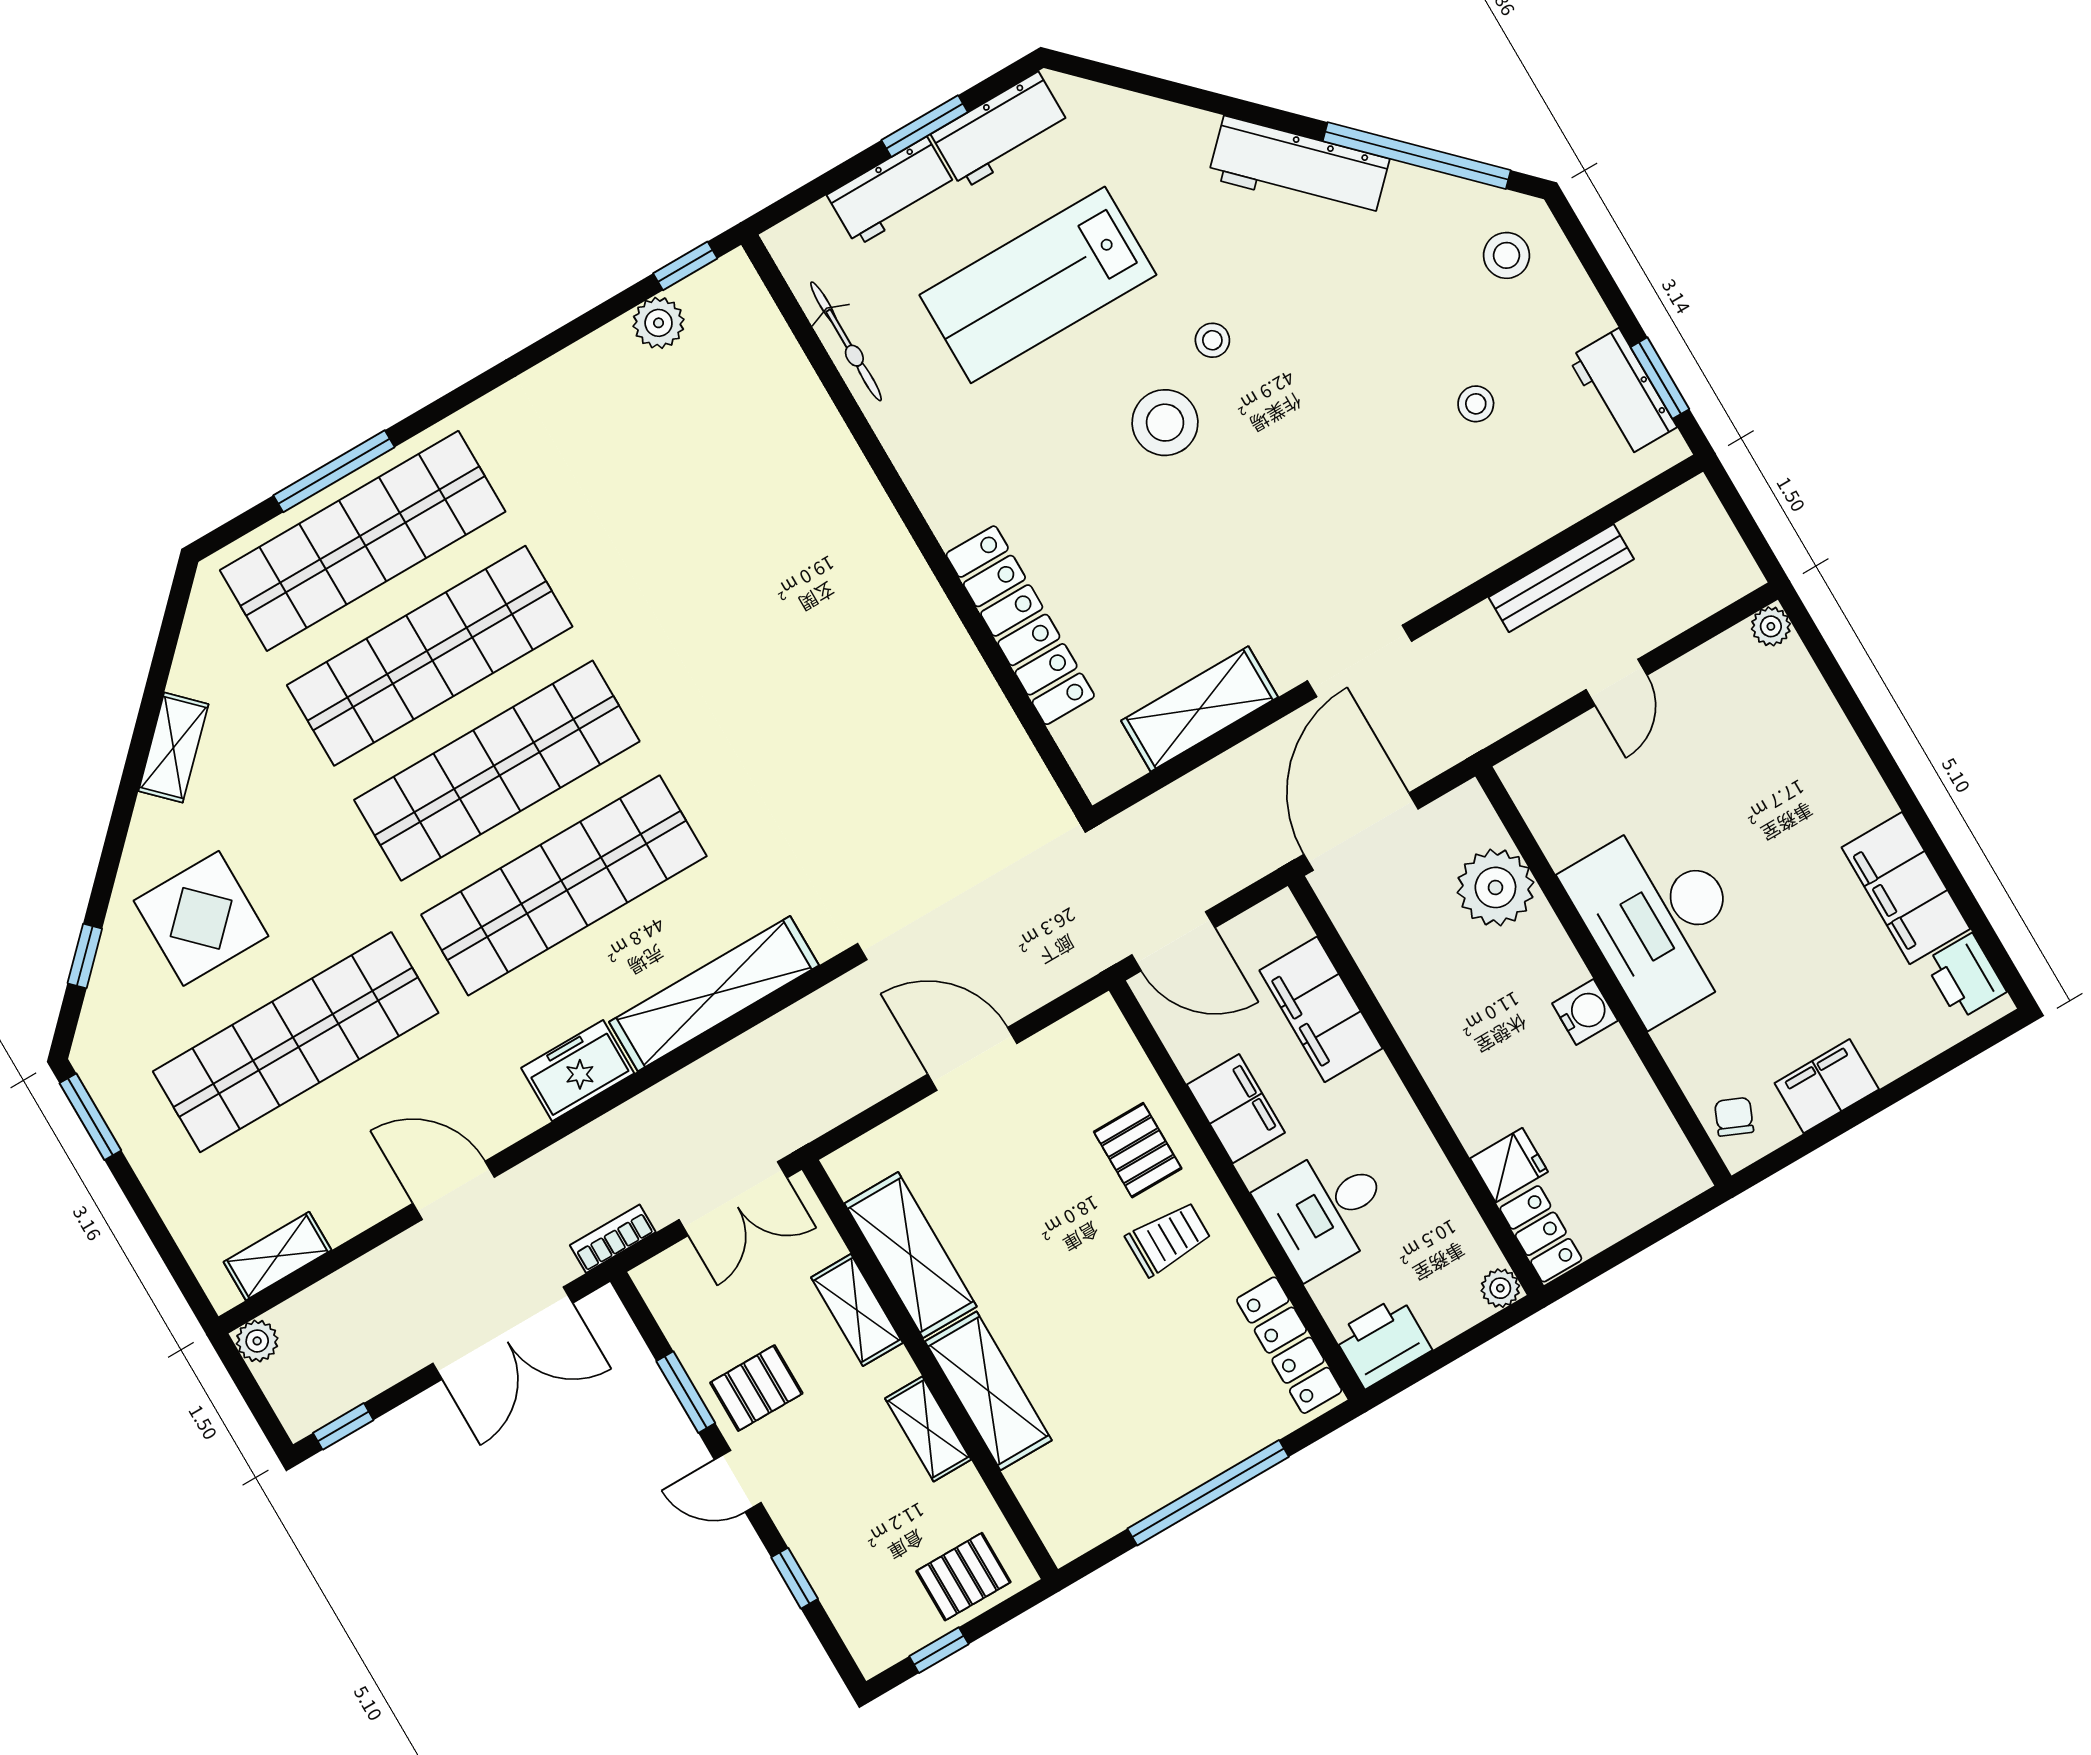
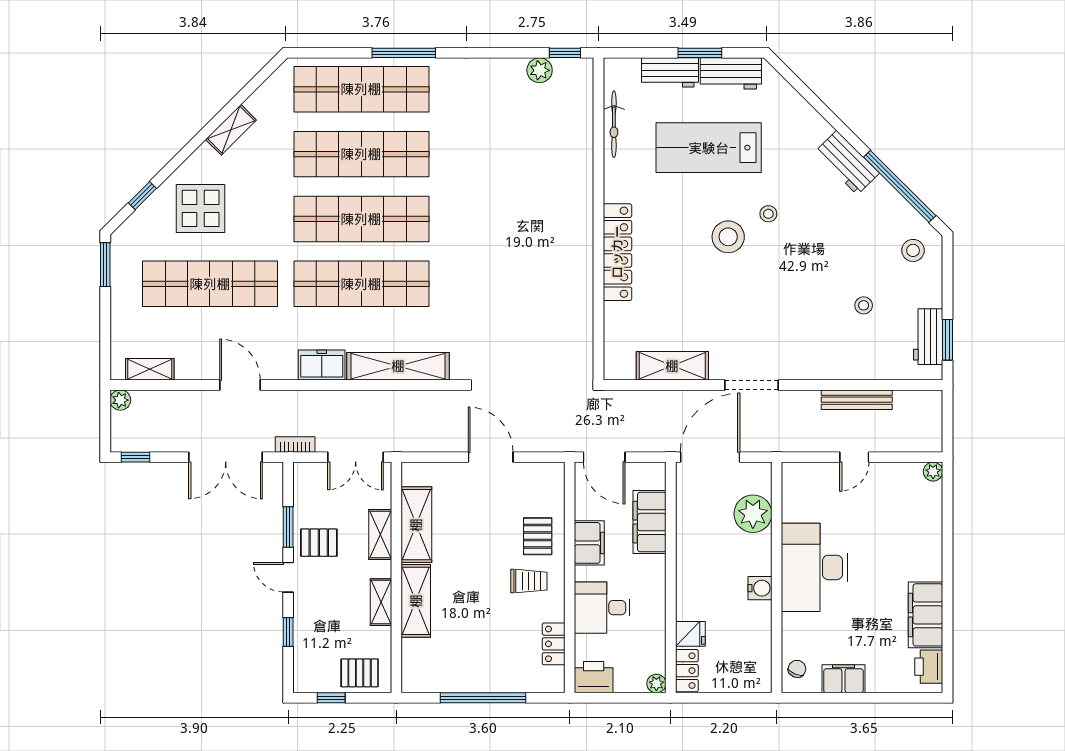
workbench: (1299, 168) -> (847, 163), width x0.73
window: (334, 471) -> (404, 53), moved
locker: (1020, 625) -> (617, 252), moved
locker: (1289, 1345) -> (554, 644), width x0.66

